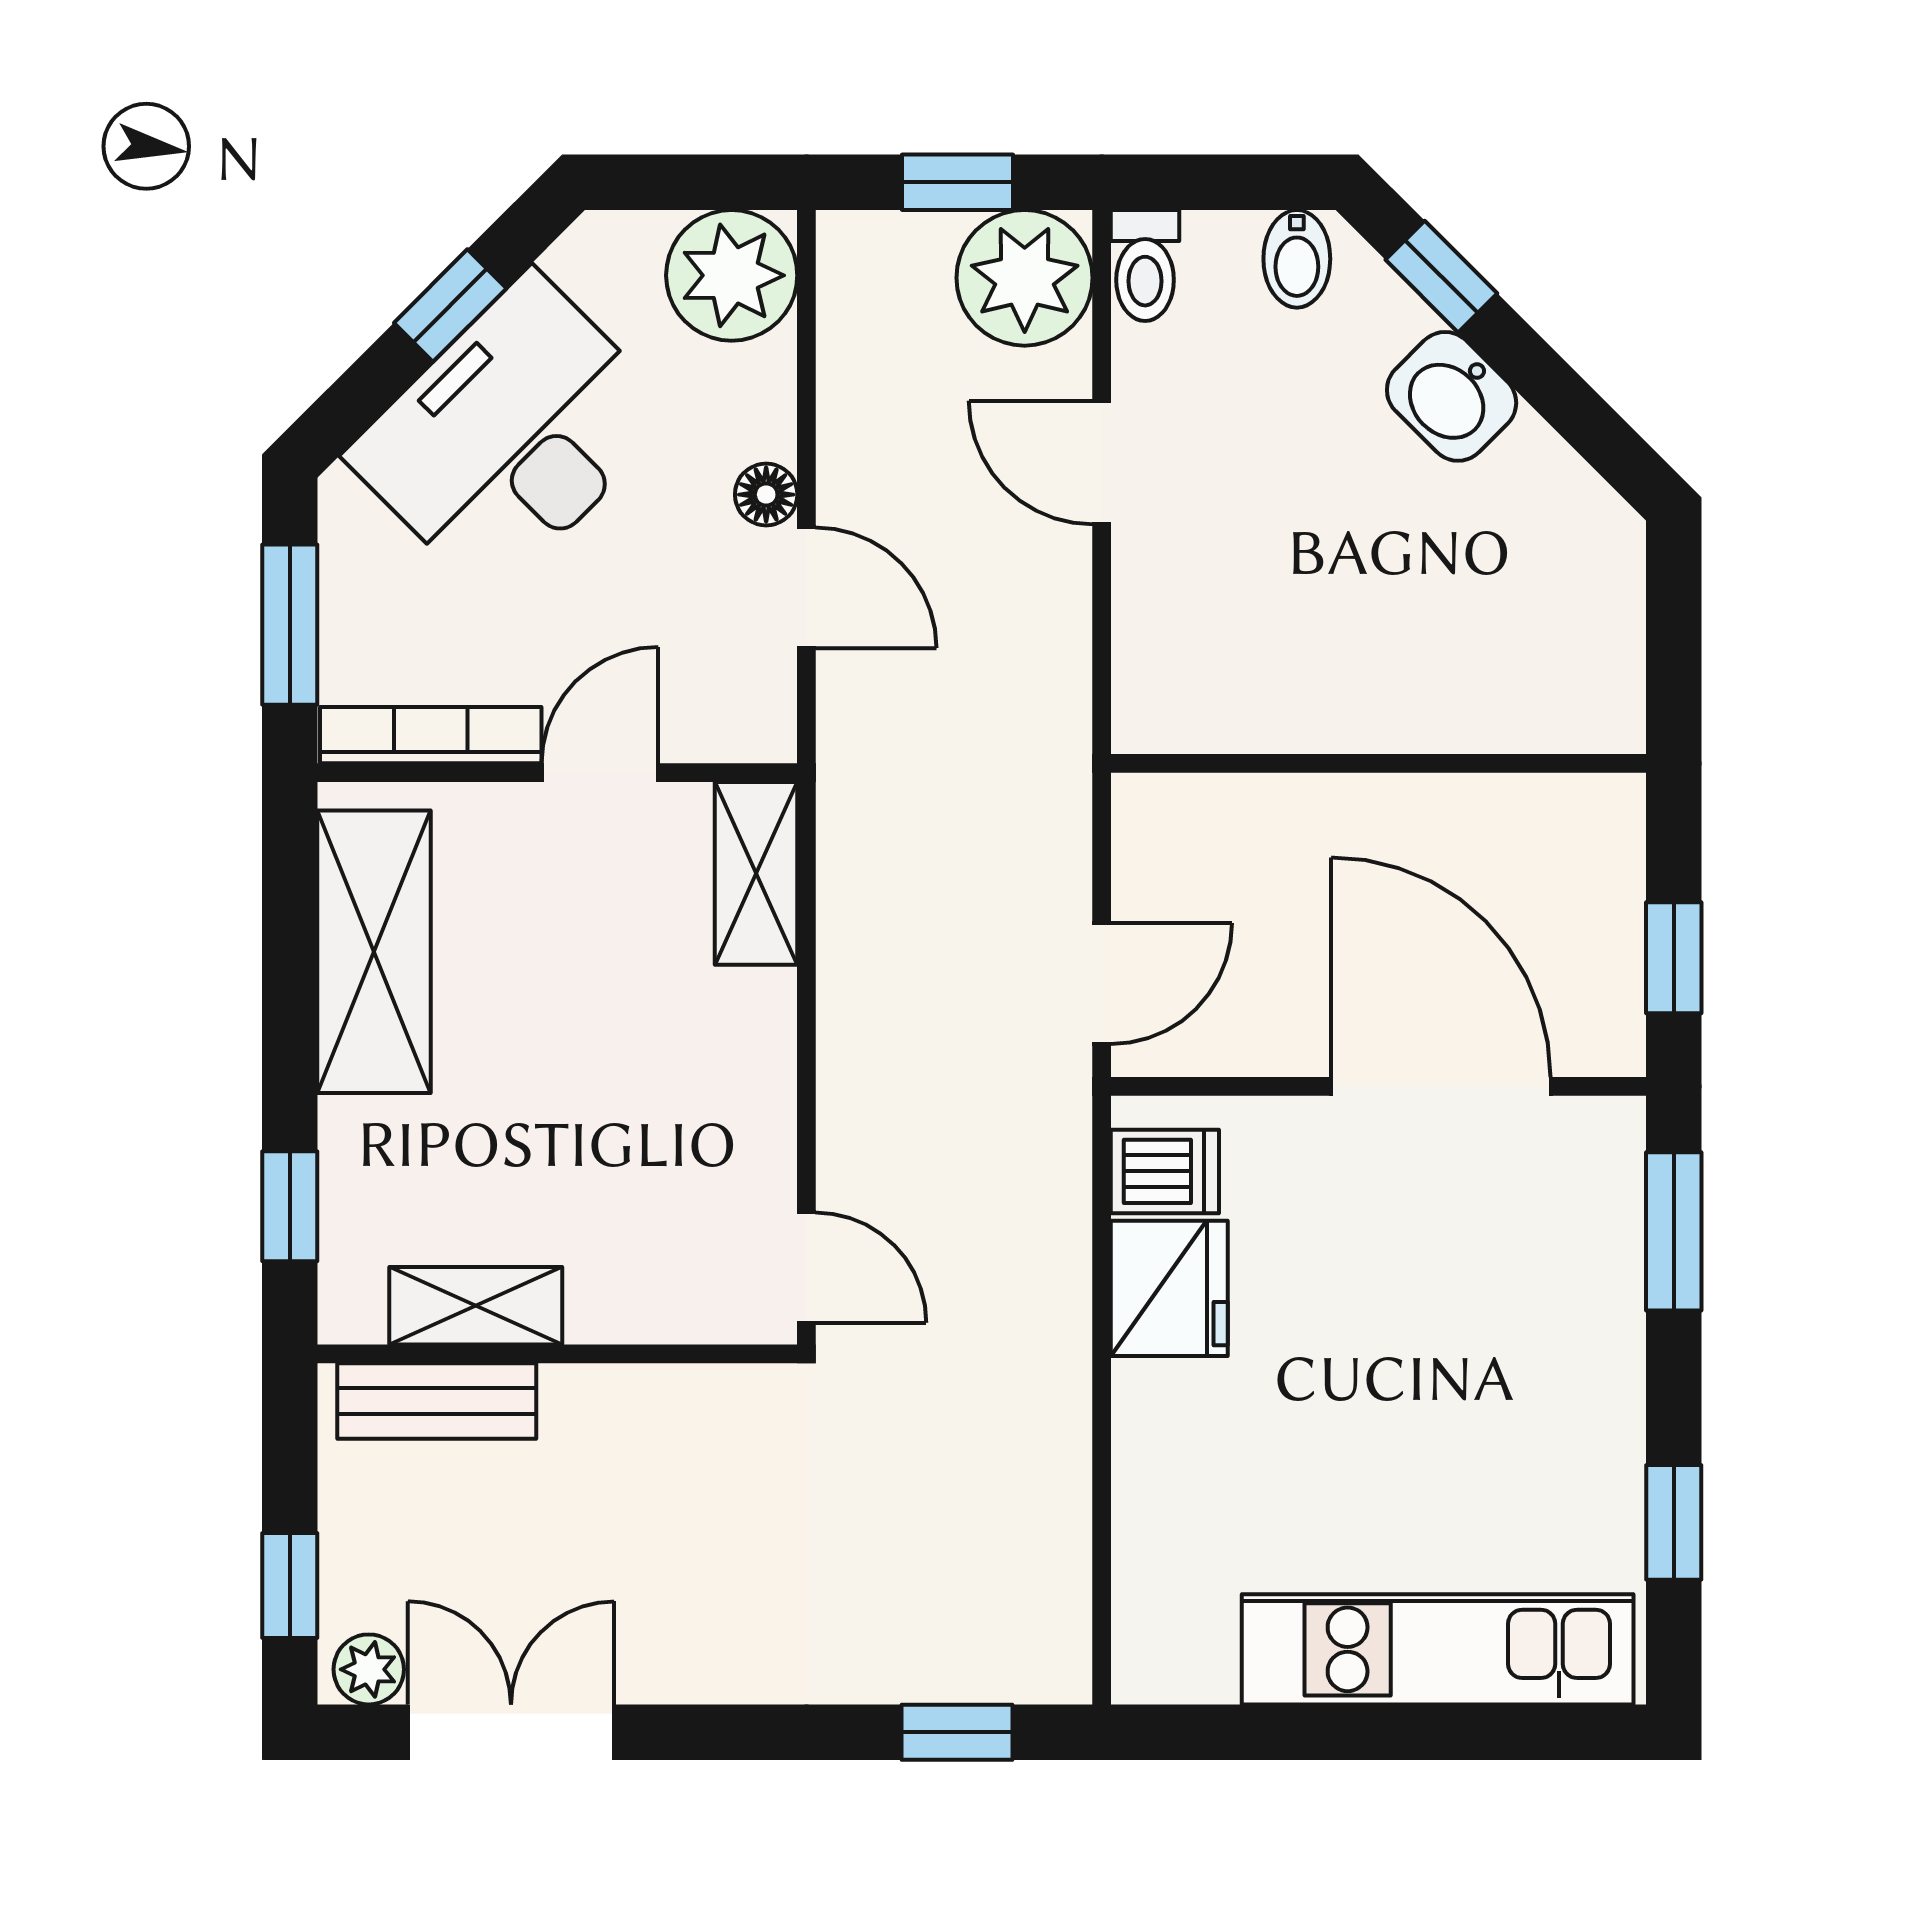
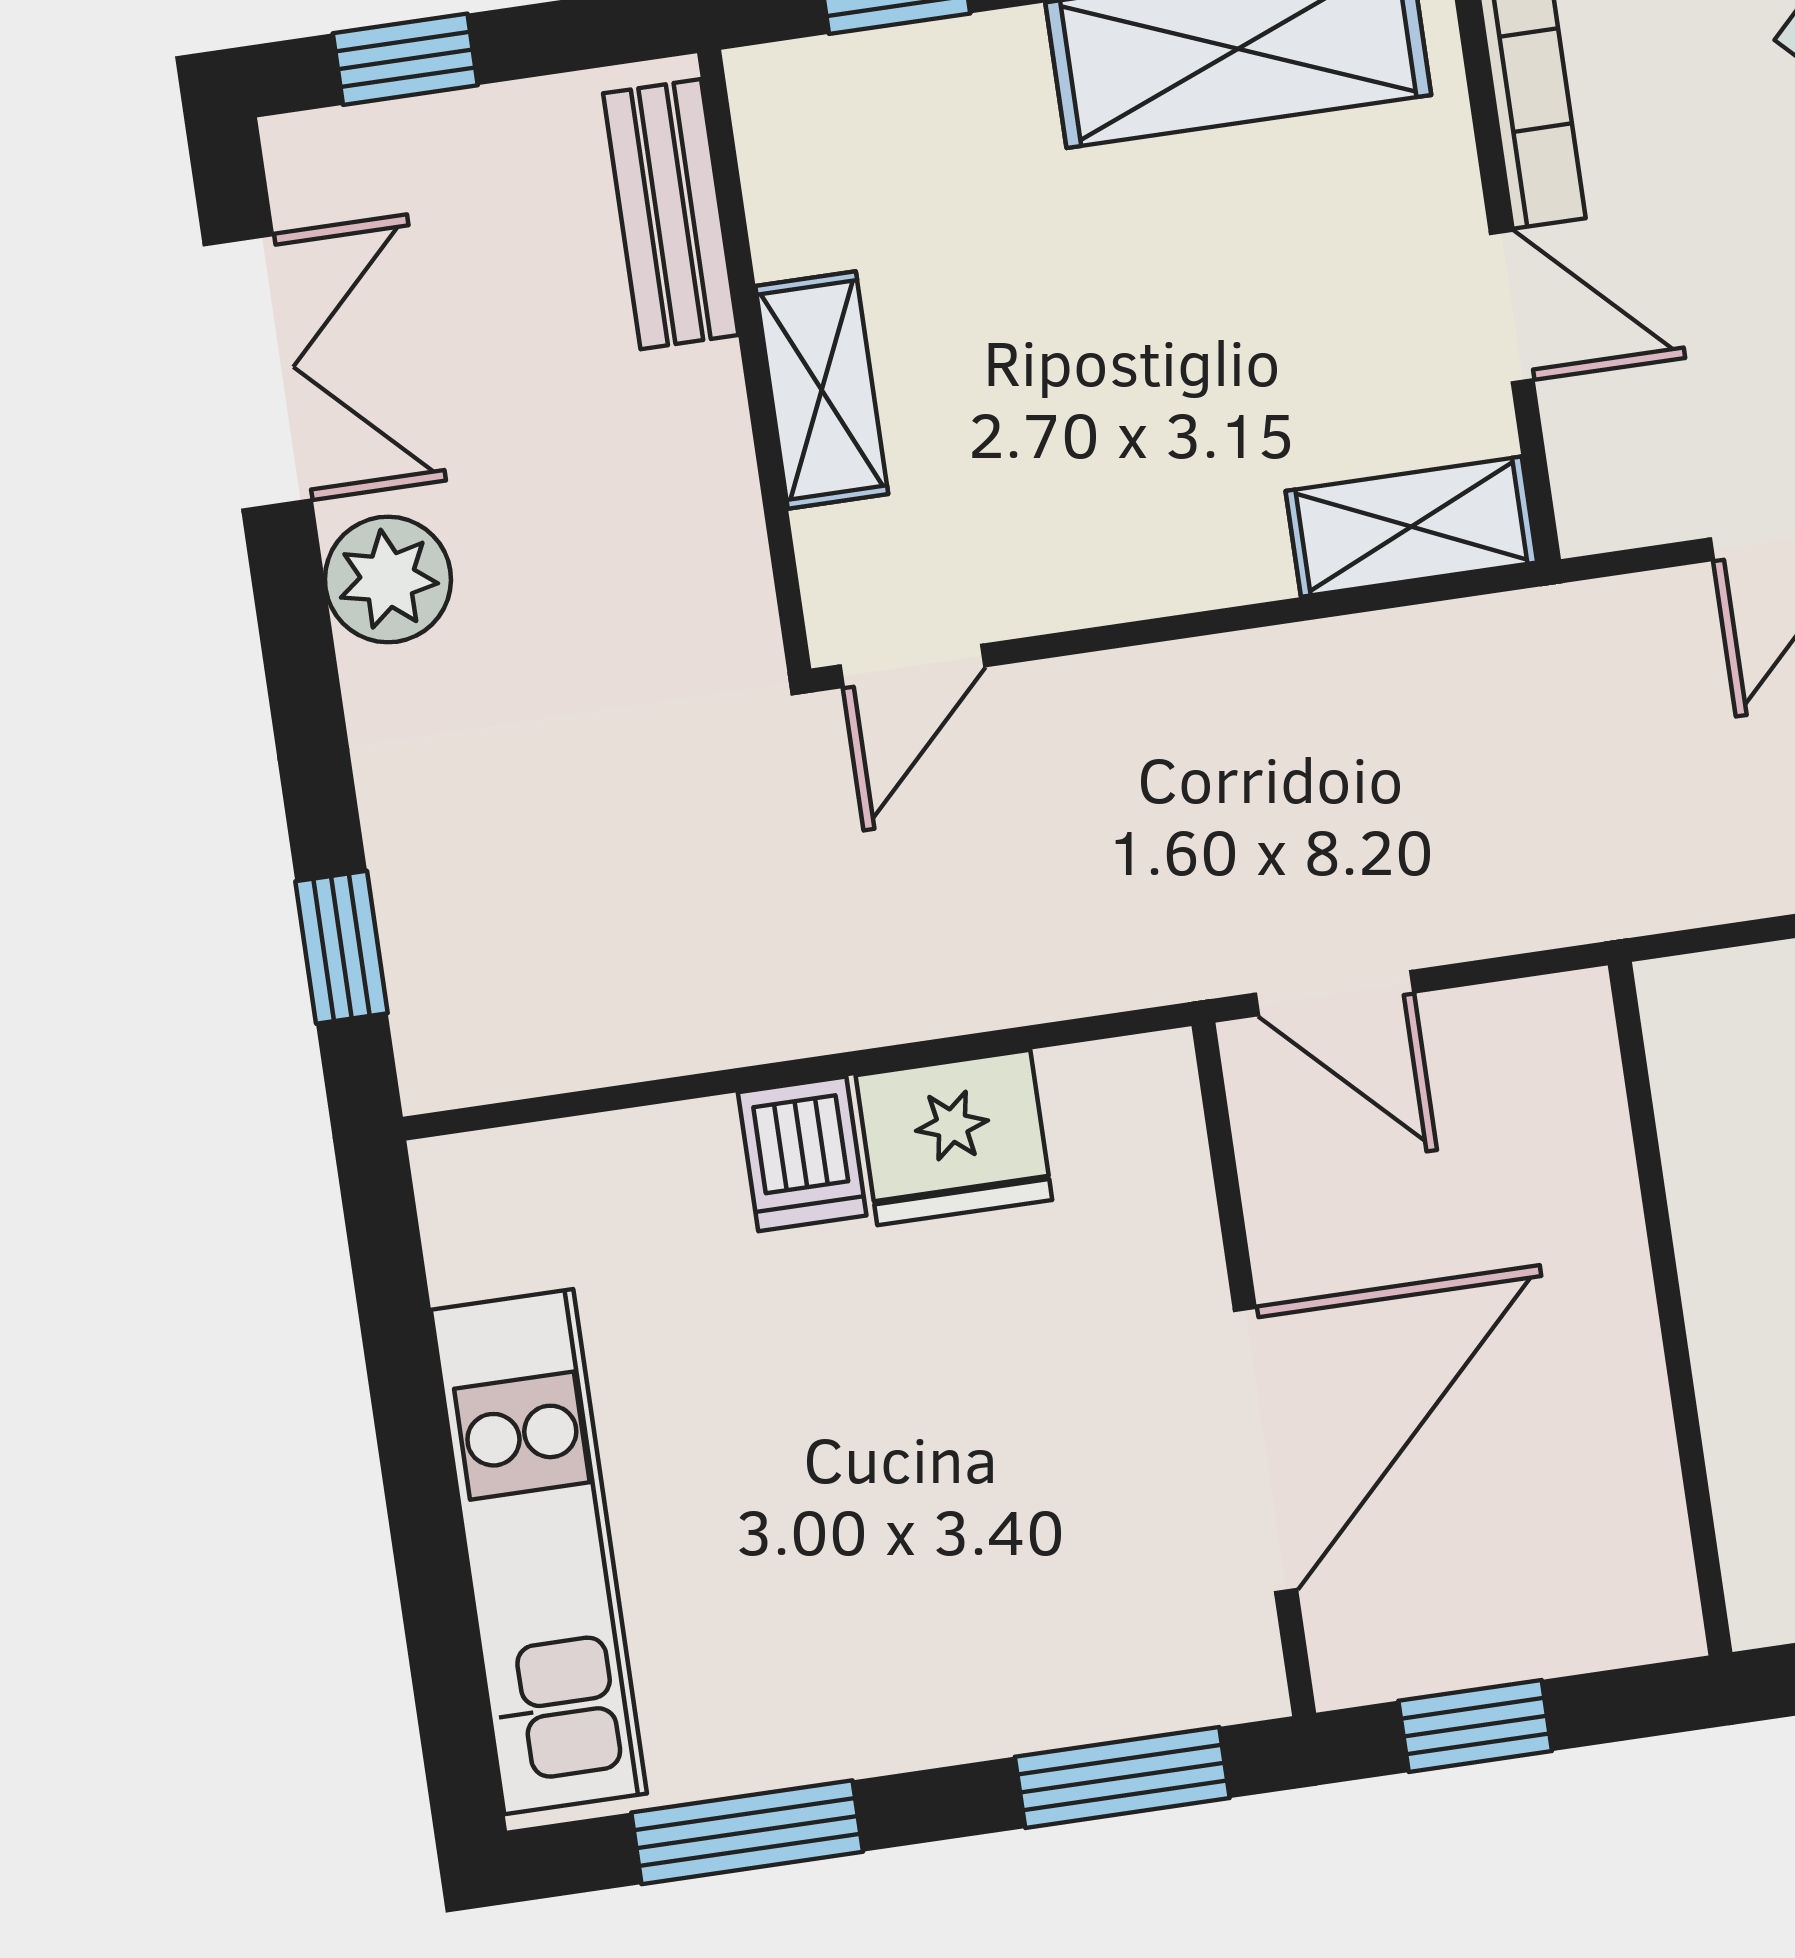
dishwasher: (1165, 1171) -> (802, 1154), moved
shelving: (476, 1306) -> (822, 390), moved
window: (1674, 1522) -> (747, 1832), width x1.50
plant: (369, 1669) -> (388, 579), moved, width x1.38, depth x1.38

